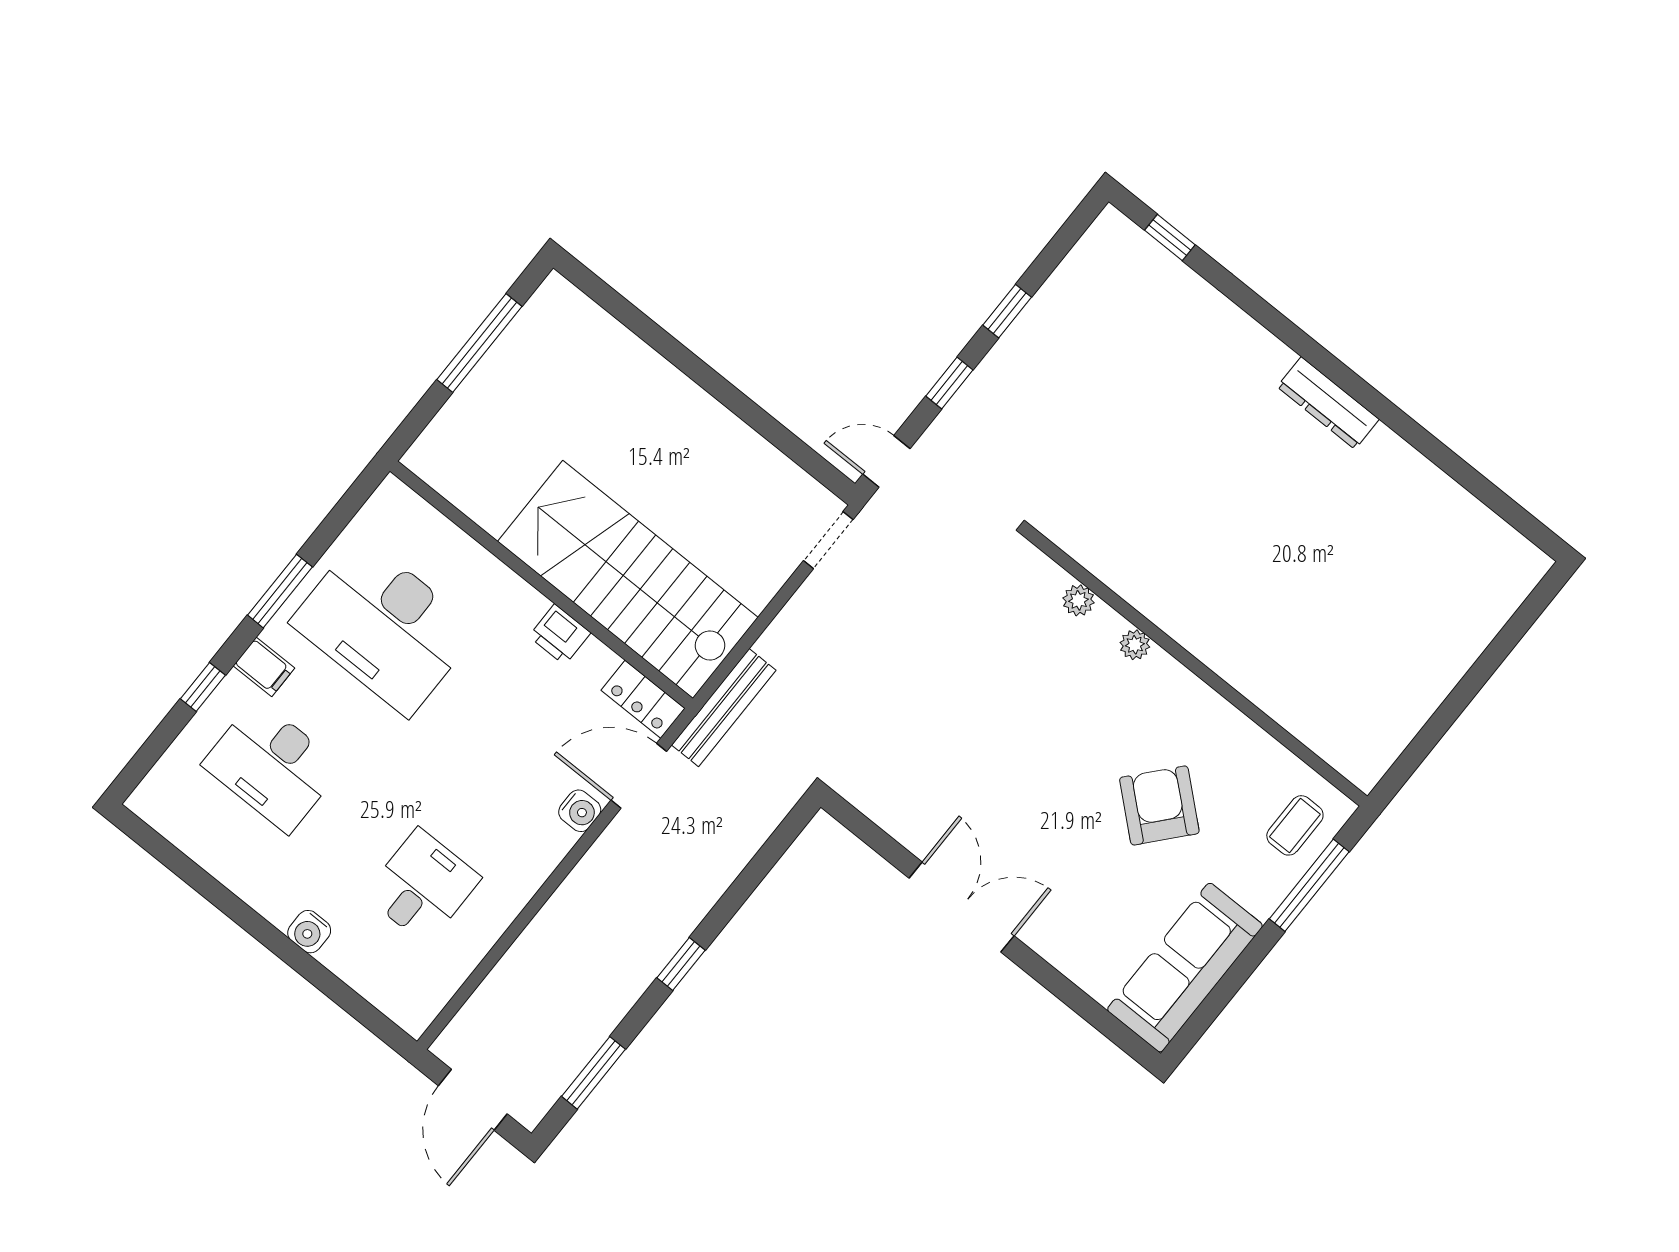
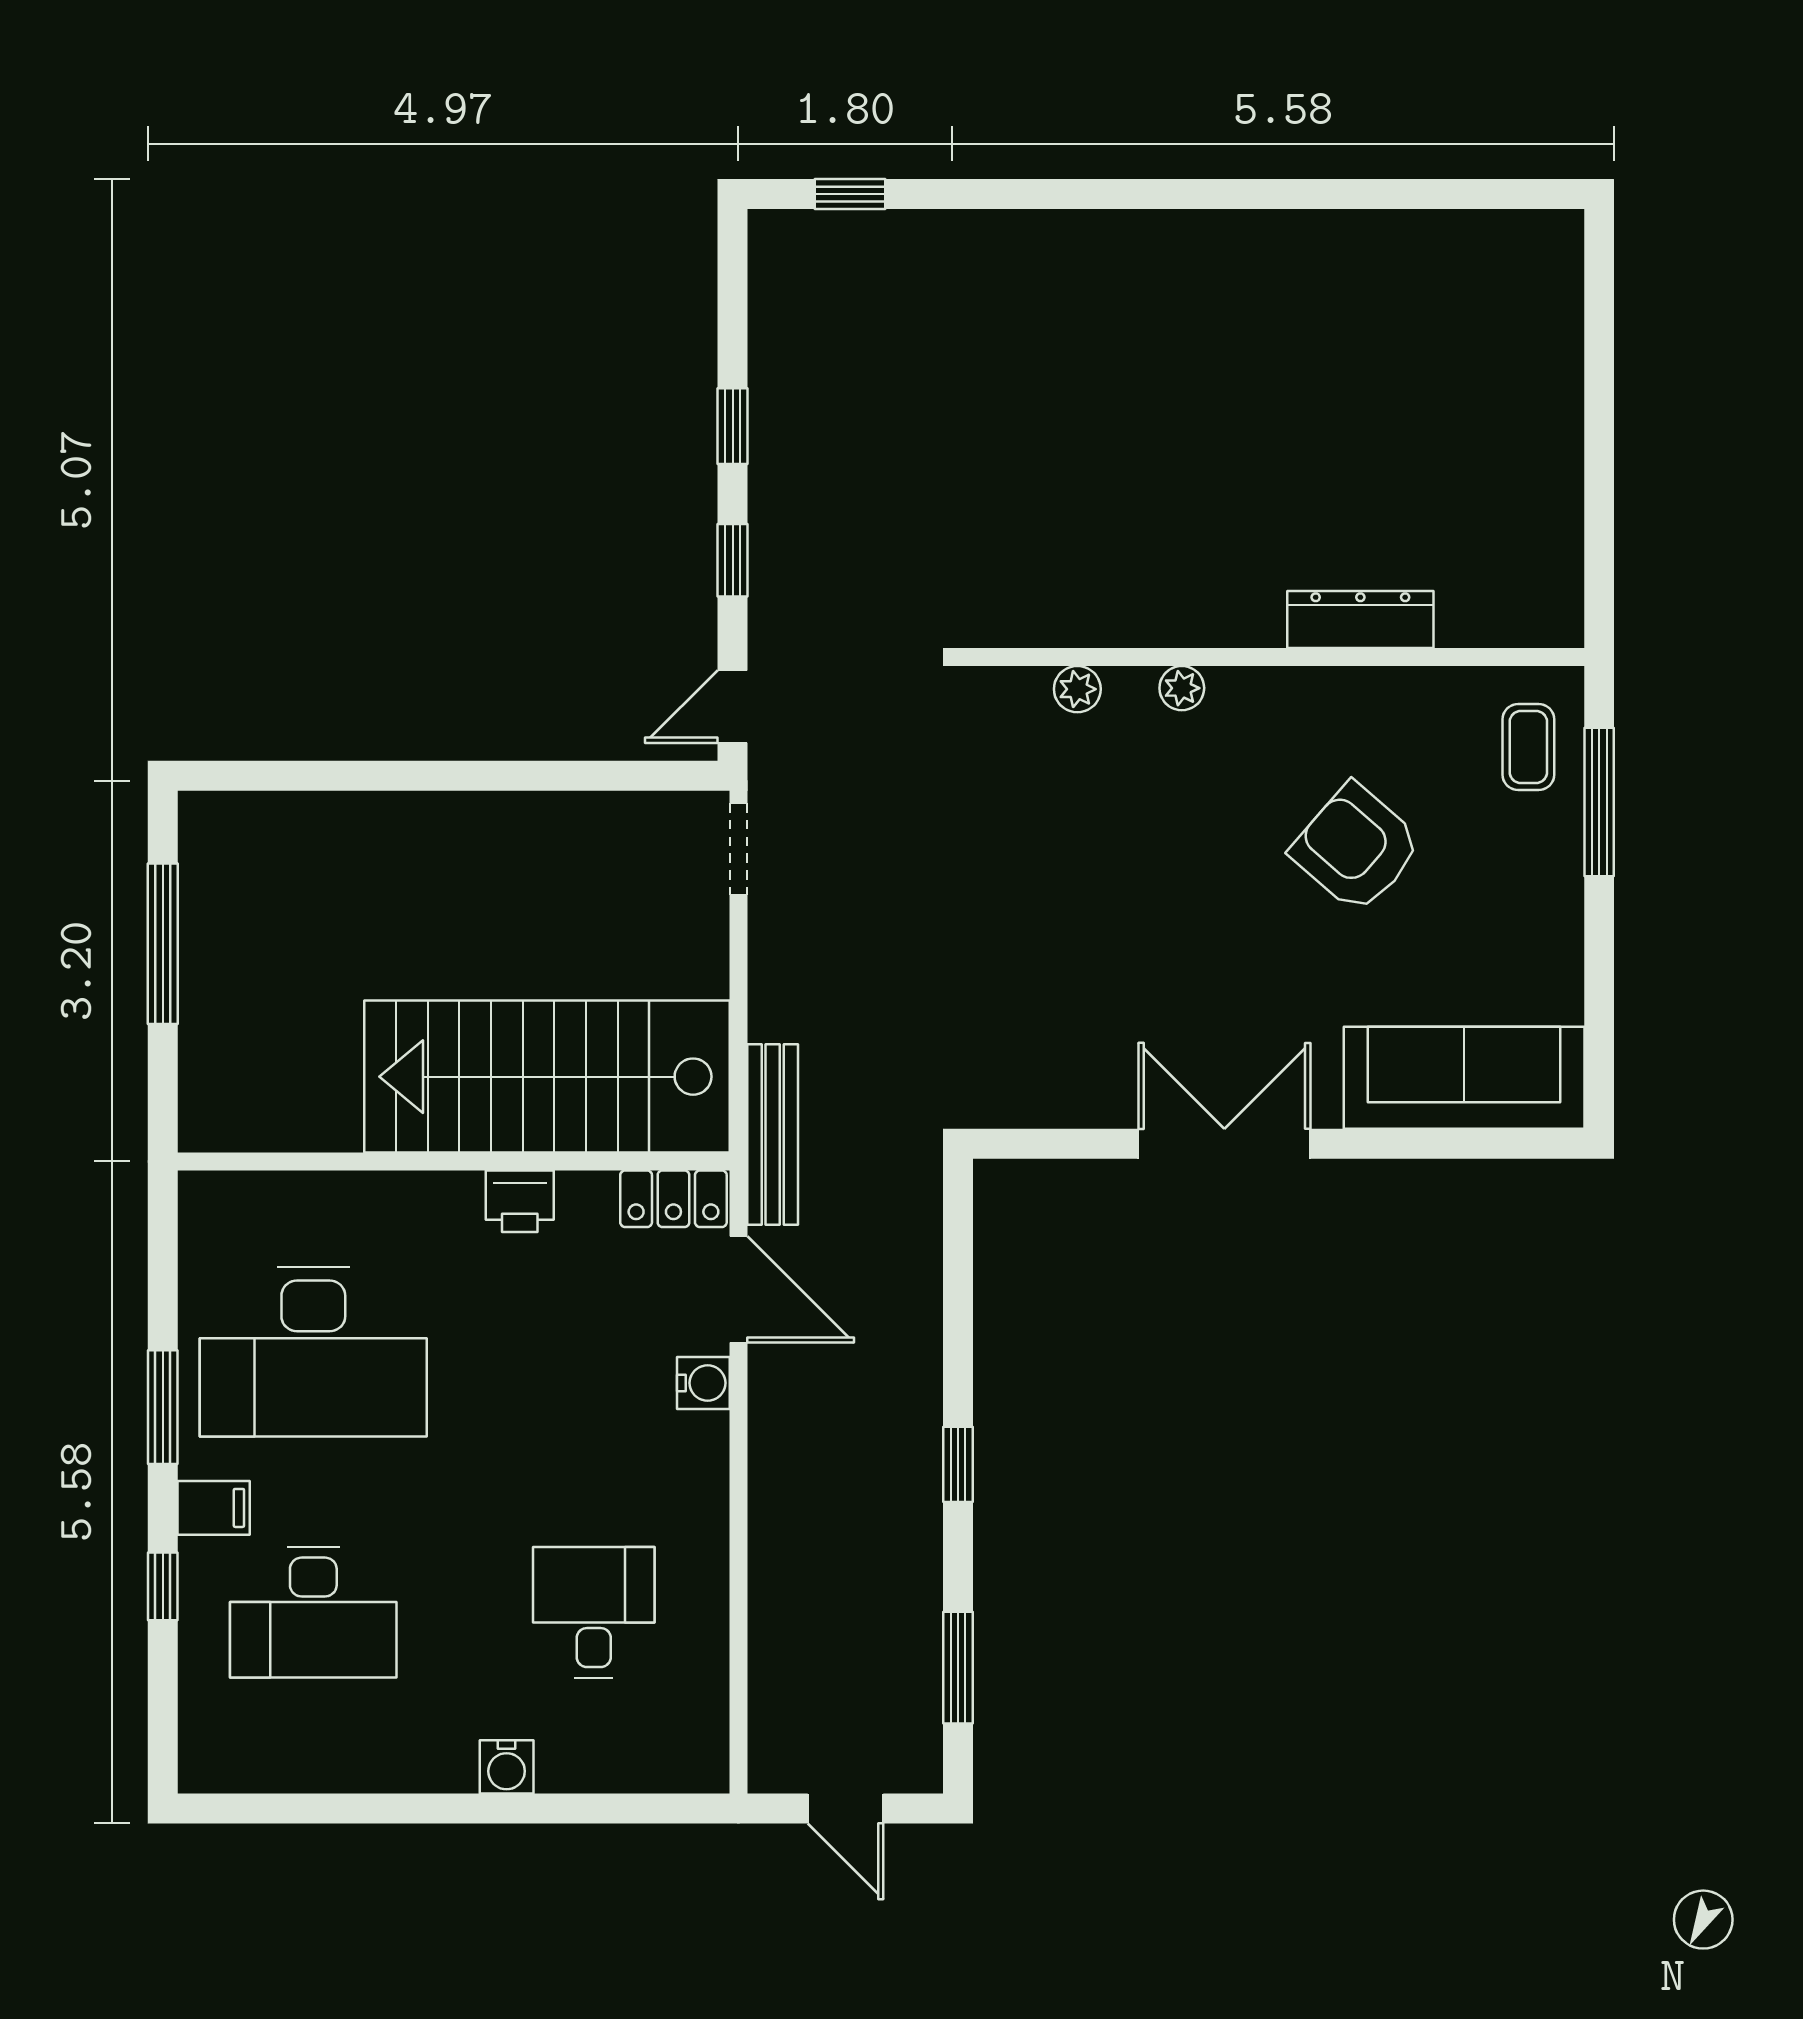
dresser: (1328, 403) -> (1360, 620), moved, turned 180
door: (639, 776) -> (738, 1289), swing flipped
sofa: (1185, 968) -> (1464, 1078), moved, turned 90
door: (473, 1100) -> (846, 1809), width x0.73

